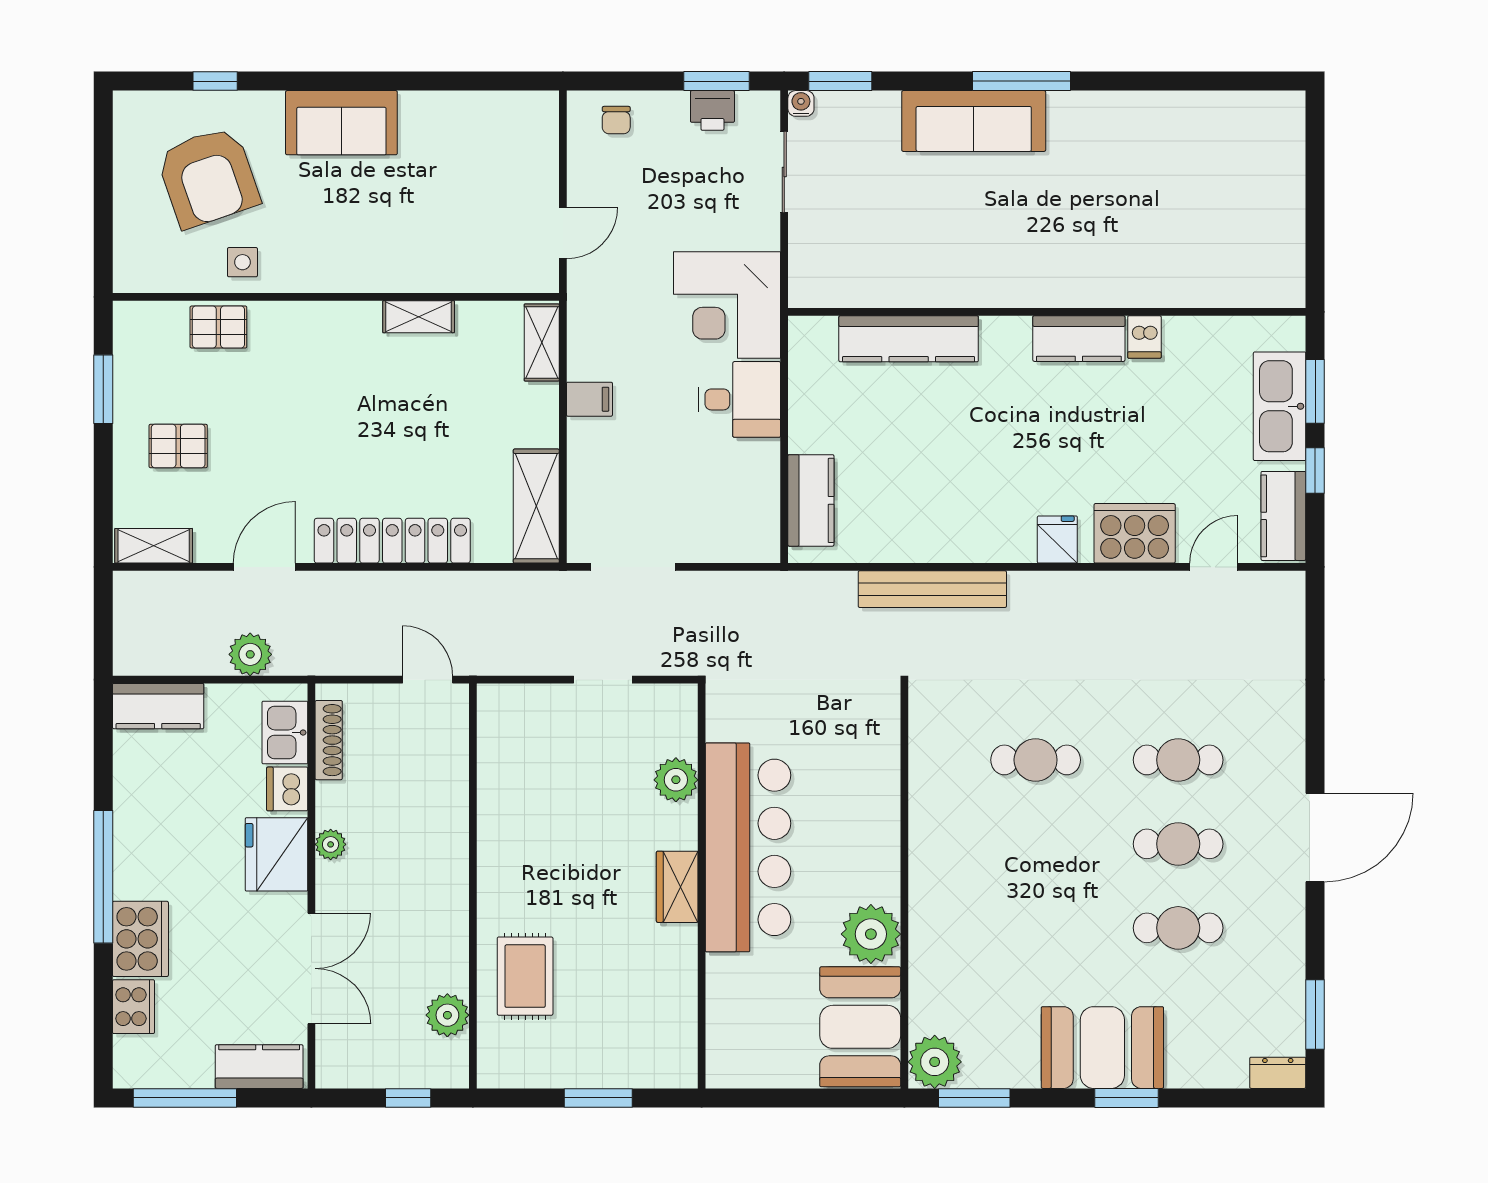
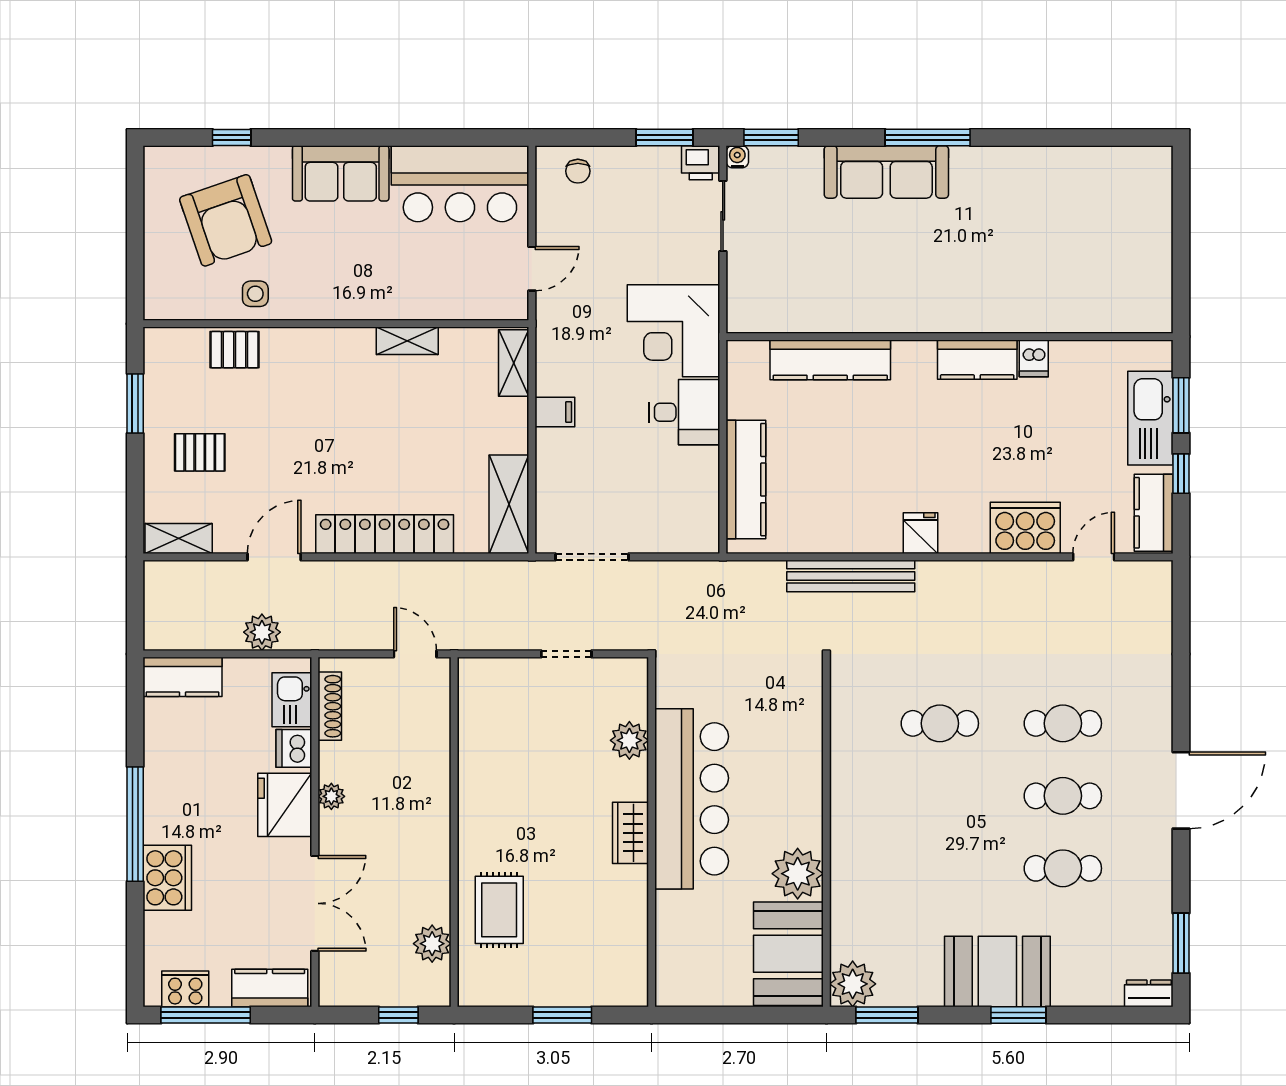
printer: (712, 110) -> (701, 163), moved
bar counter: (480, 135) -> (460, 184), added
kitchen counter: (811, 500) -> (746, 480), width x1.50
fridge: (1057, 540) -> (920, 533), moved
cooker: (133, 1007) -> (185, 989), moved, turned -90

